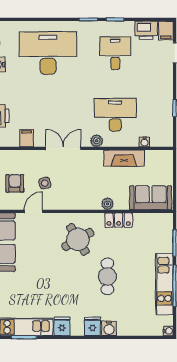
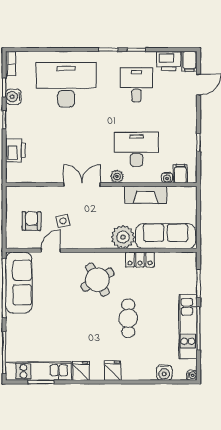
filing cabinet: (26, 138) -> (180, 174), moved
sofa: (151, 198) -> (166, 236), width x1.36
plant: (107, 204) -> (123, 237), width x1.87, depth x1.87
water cooler: (109, 328) -> (164, 373), moved

